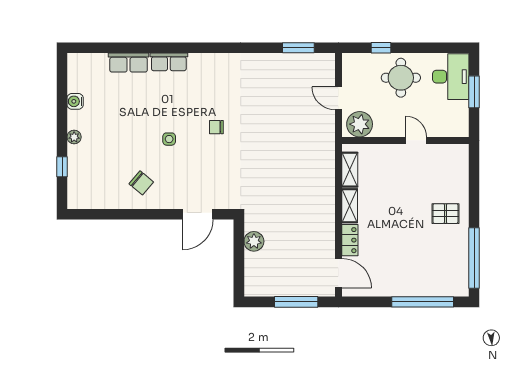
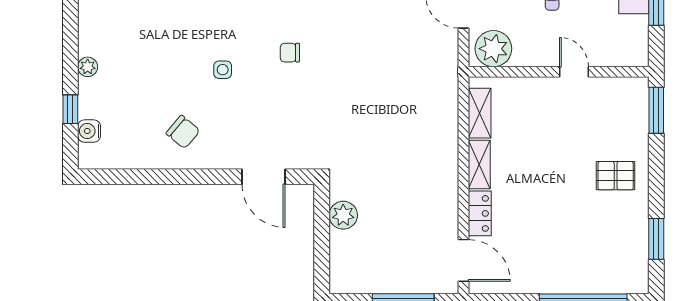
water cooler: (75, 101) -> (89, 131), moved
window: (474, 168) -> (656, 110), added
door: (198, 214) -> (263, 177), hinge flipped
window: (474, 258) -> (656, 239), width x0.47

